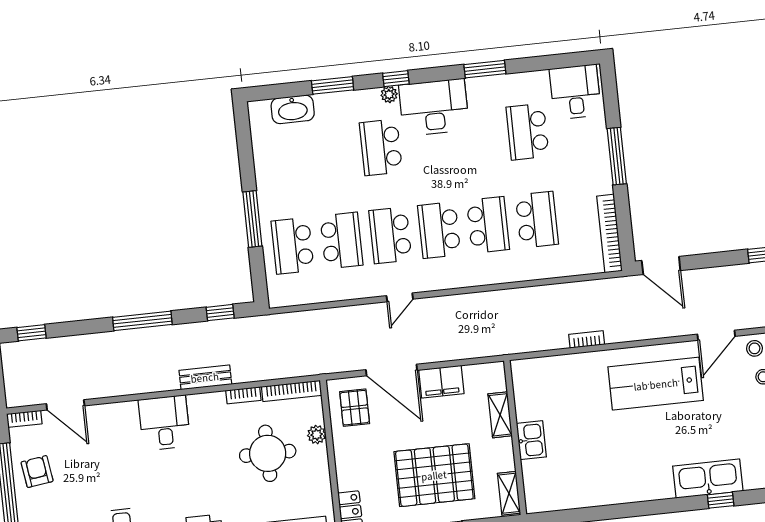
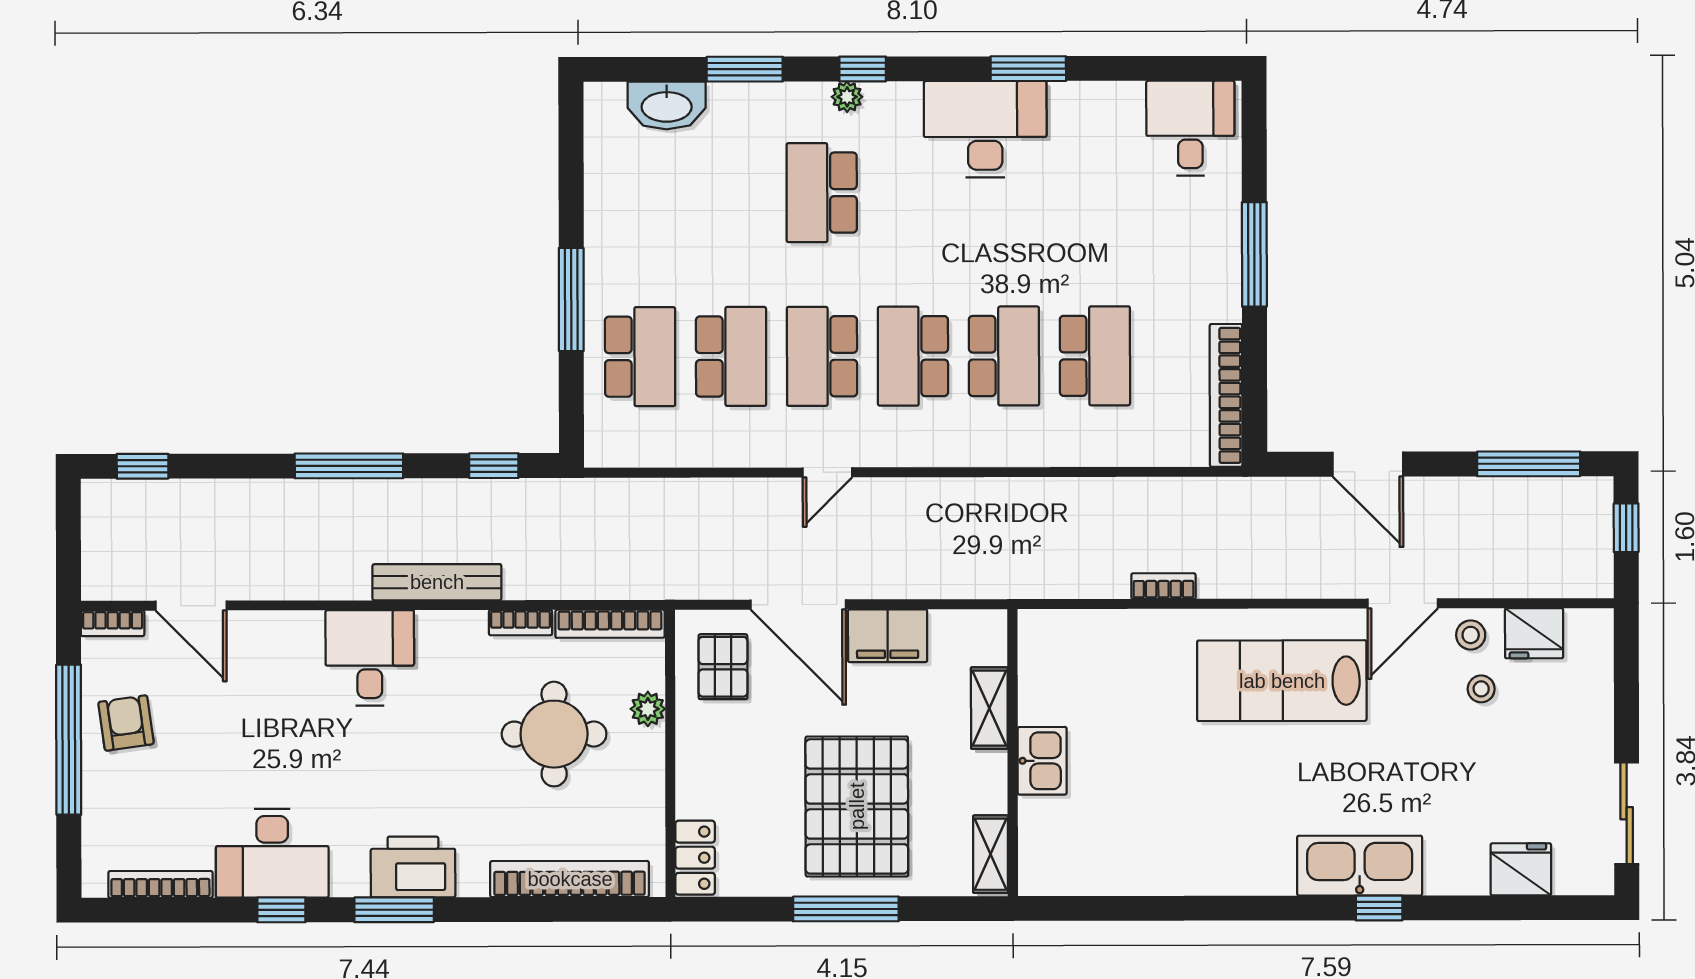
desk: (434, 107) -> (985, 129), moved
school desk: (527, 132) -> (1095, 192), removed
school desk: (293, 246) -> (640, 357), turned 180
door: (661, 265) -> (1368, 464), moved
bench: (205, 377) -> (437, 582), width x1.36
pallet: (434, 475) -> (857, 806), turned 90

